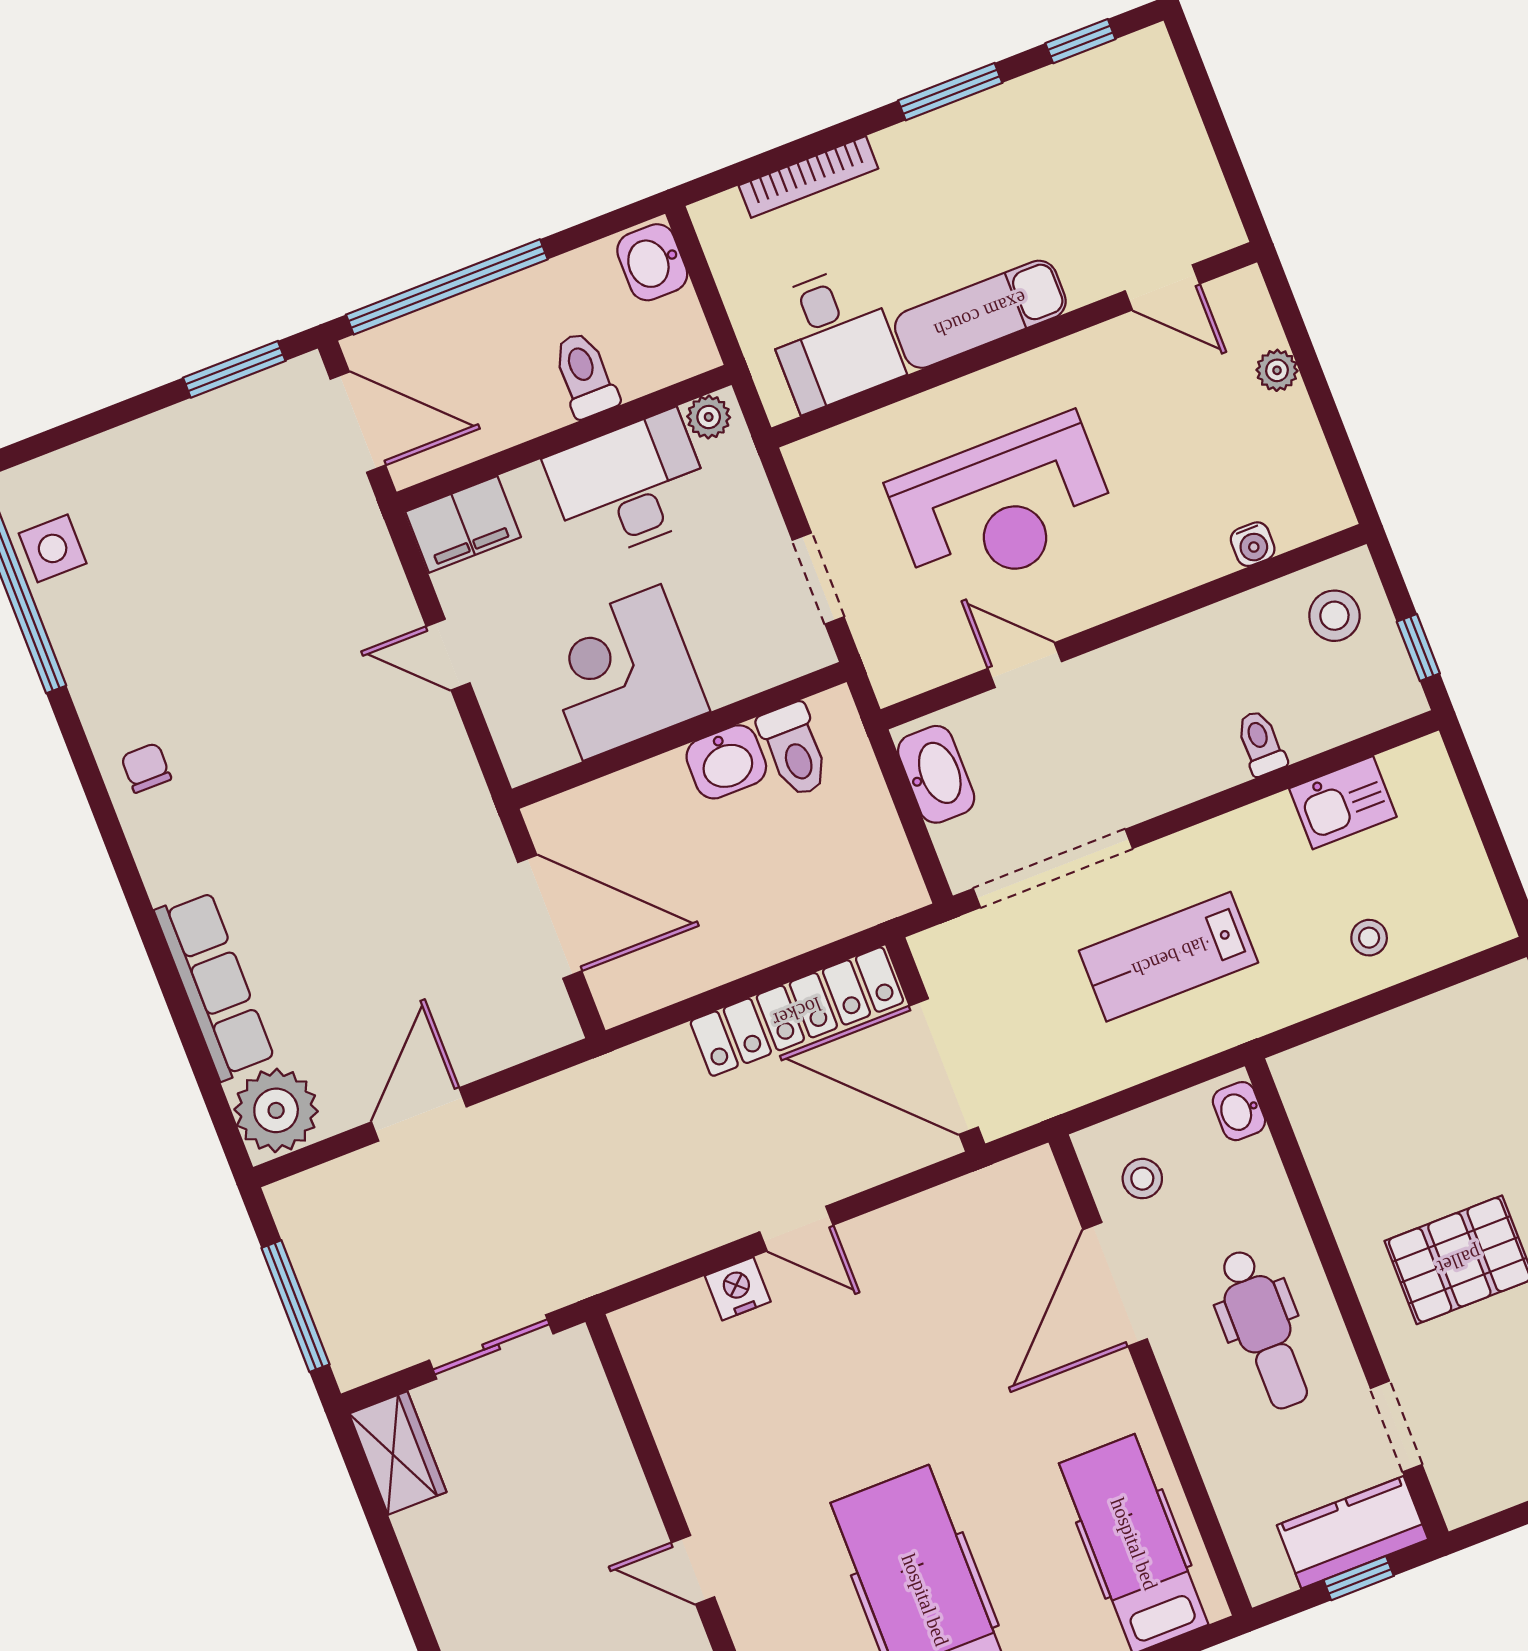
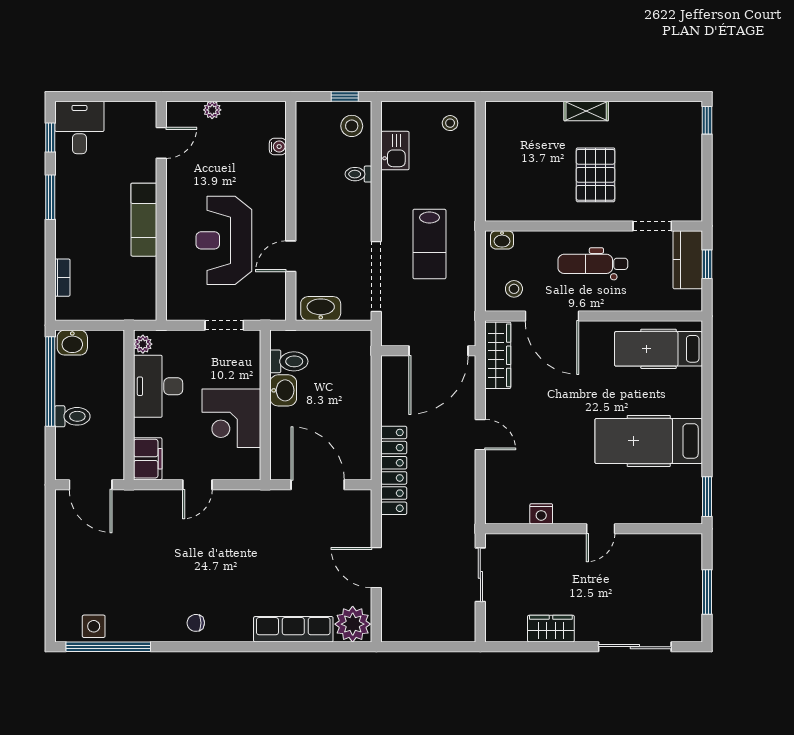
bookcase: (808, 177) -> (62, 278), width x0.64
window: (447, 287) -> (50, 381), moved
desk: (832, 338) -> (79, 127), moved, turned -90
window: (234, 369) -> (50, 526), removed
toilet: (585, 375) -> (72, 416), moved, turned 180
door: (358, 422) -> (91, 485), swing flipped
reception desk: (1003, 506) -> (224, 240), turned 180
stool: (1334, 616) -> (352, 126), moved
door: (550, 917) -> (318, 485), hinge flipped
stool: (1369, 938) -> (450, 123), moved
locker: (797, 1012) -> (394, 470), moved
wardrobe: (984, 1200) -> (498, 355), added
door: (796, 1229) -> (480, 435), hinge flipped
nightstand: (738, 1289) -> (541, 514), moved, turned -90
window: (295, 1306) -> (434, 647), removed
dental chair: (1263, 1329) -> (593, 264), turned 180
wardrobe: (398, 1453) -> (551, 629), moved

